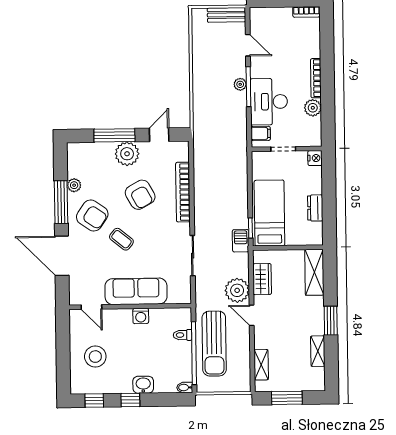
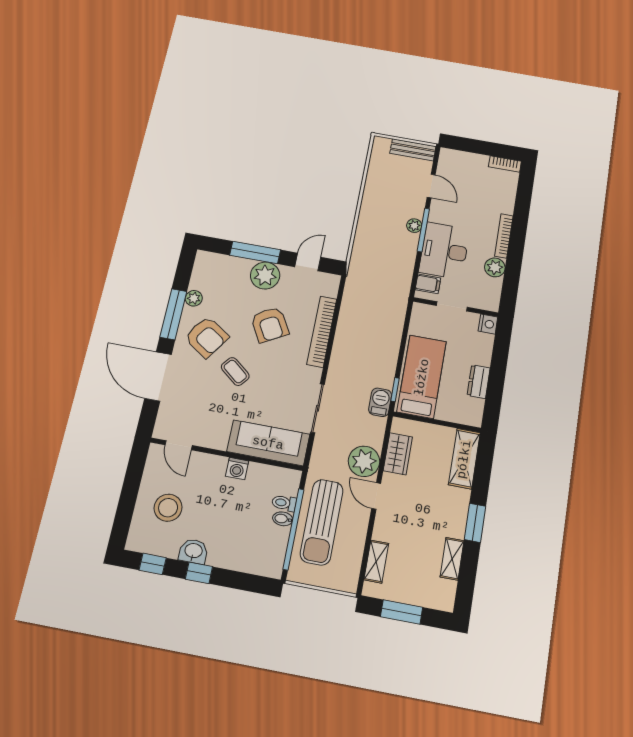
sofa: (136, 291) -> (268, 443), moved
washbasin: (143, 385) -> (193, 551), moved
bidet: (185, 387) -> (283, 519), moved

